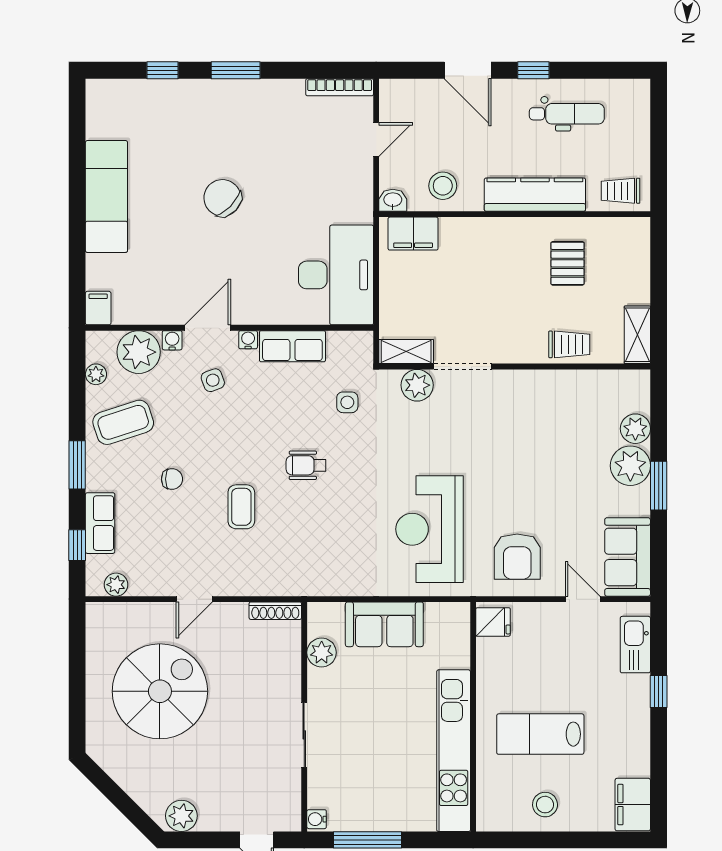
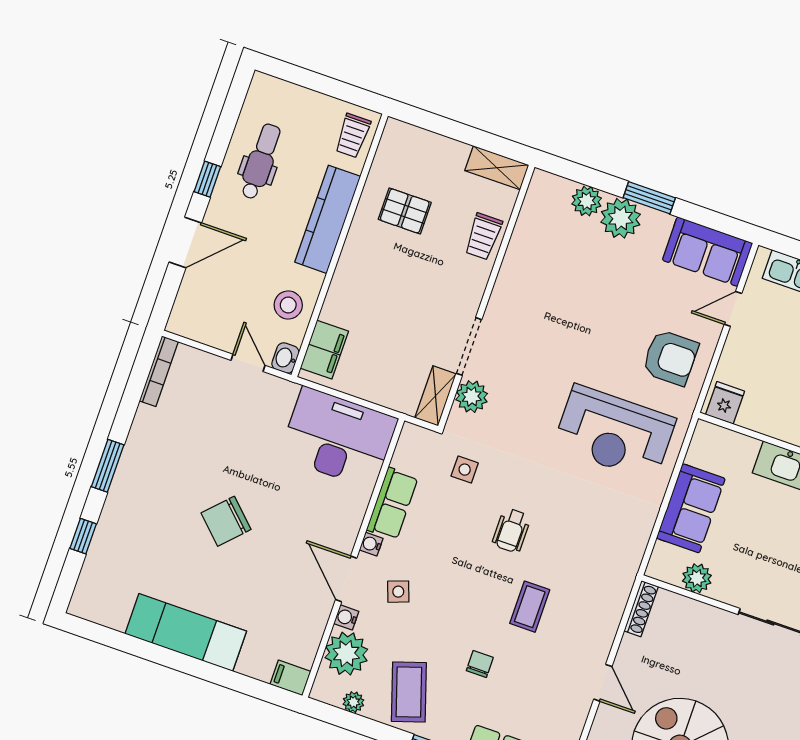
door: (376, 140) -> (248, 363), moved
trolley: (569, 344) -> (483, 236), turned 180
coffee table: (241, 507) -> (530, 607), turned 90

